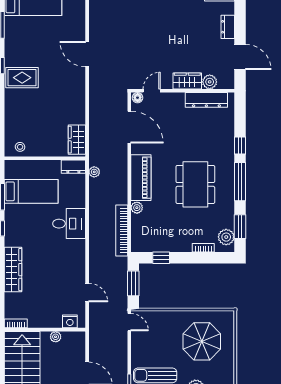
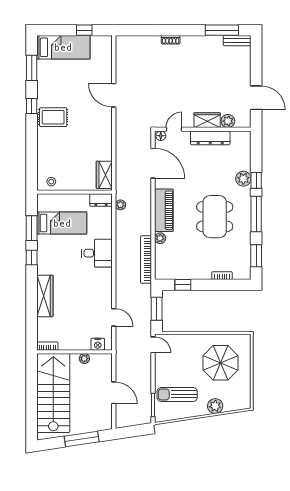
dresser: (228, 27) -> (245, 70), removed
dresser: (206, 100) -> (210, 138), moved
plant: (226, 237) -> (243, 179), moved

